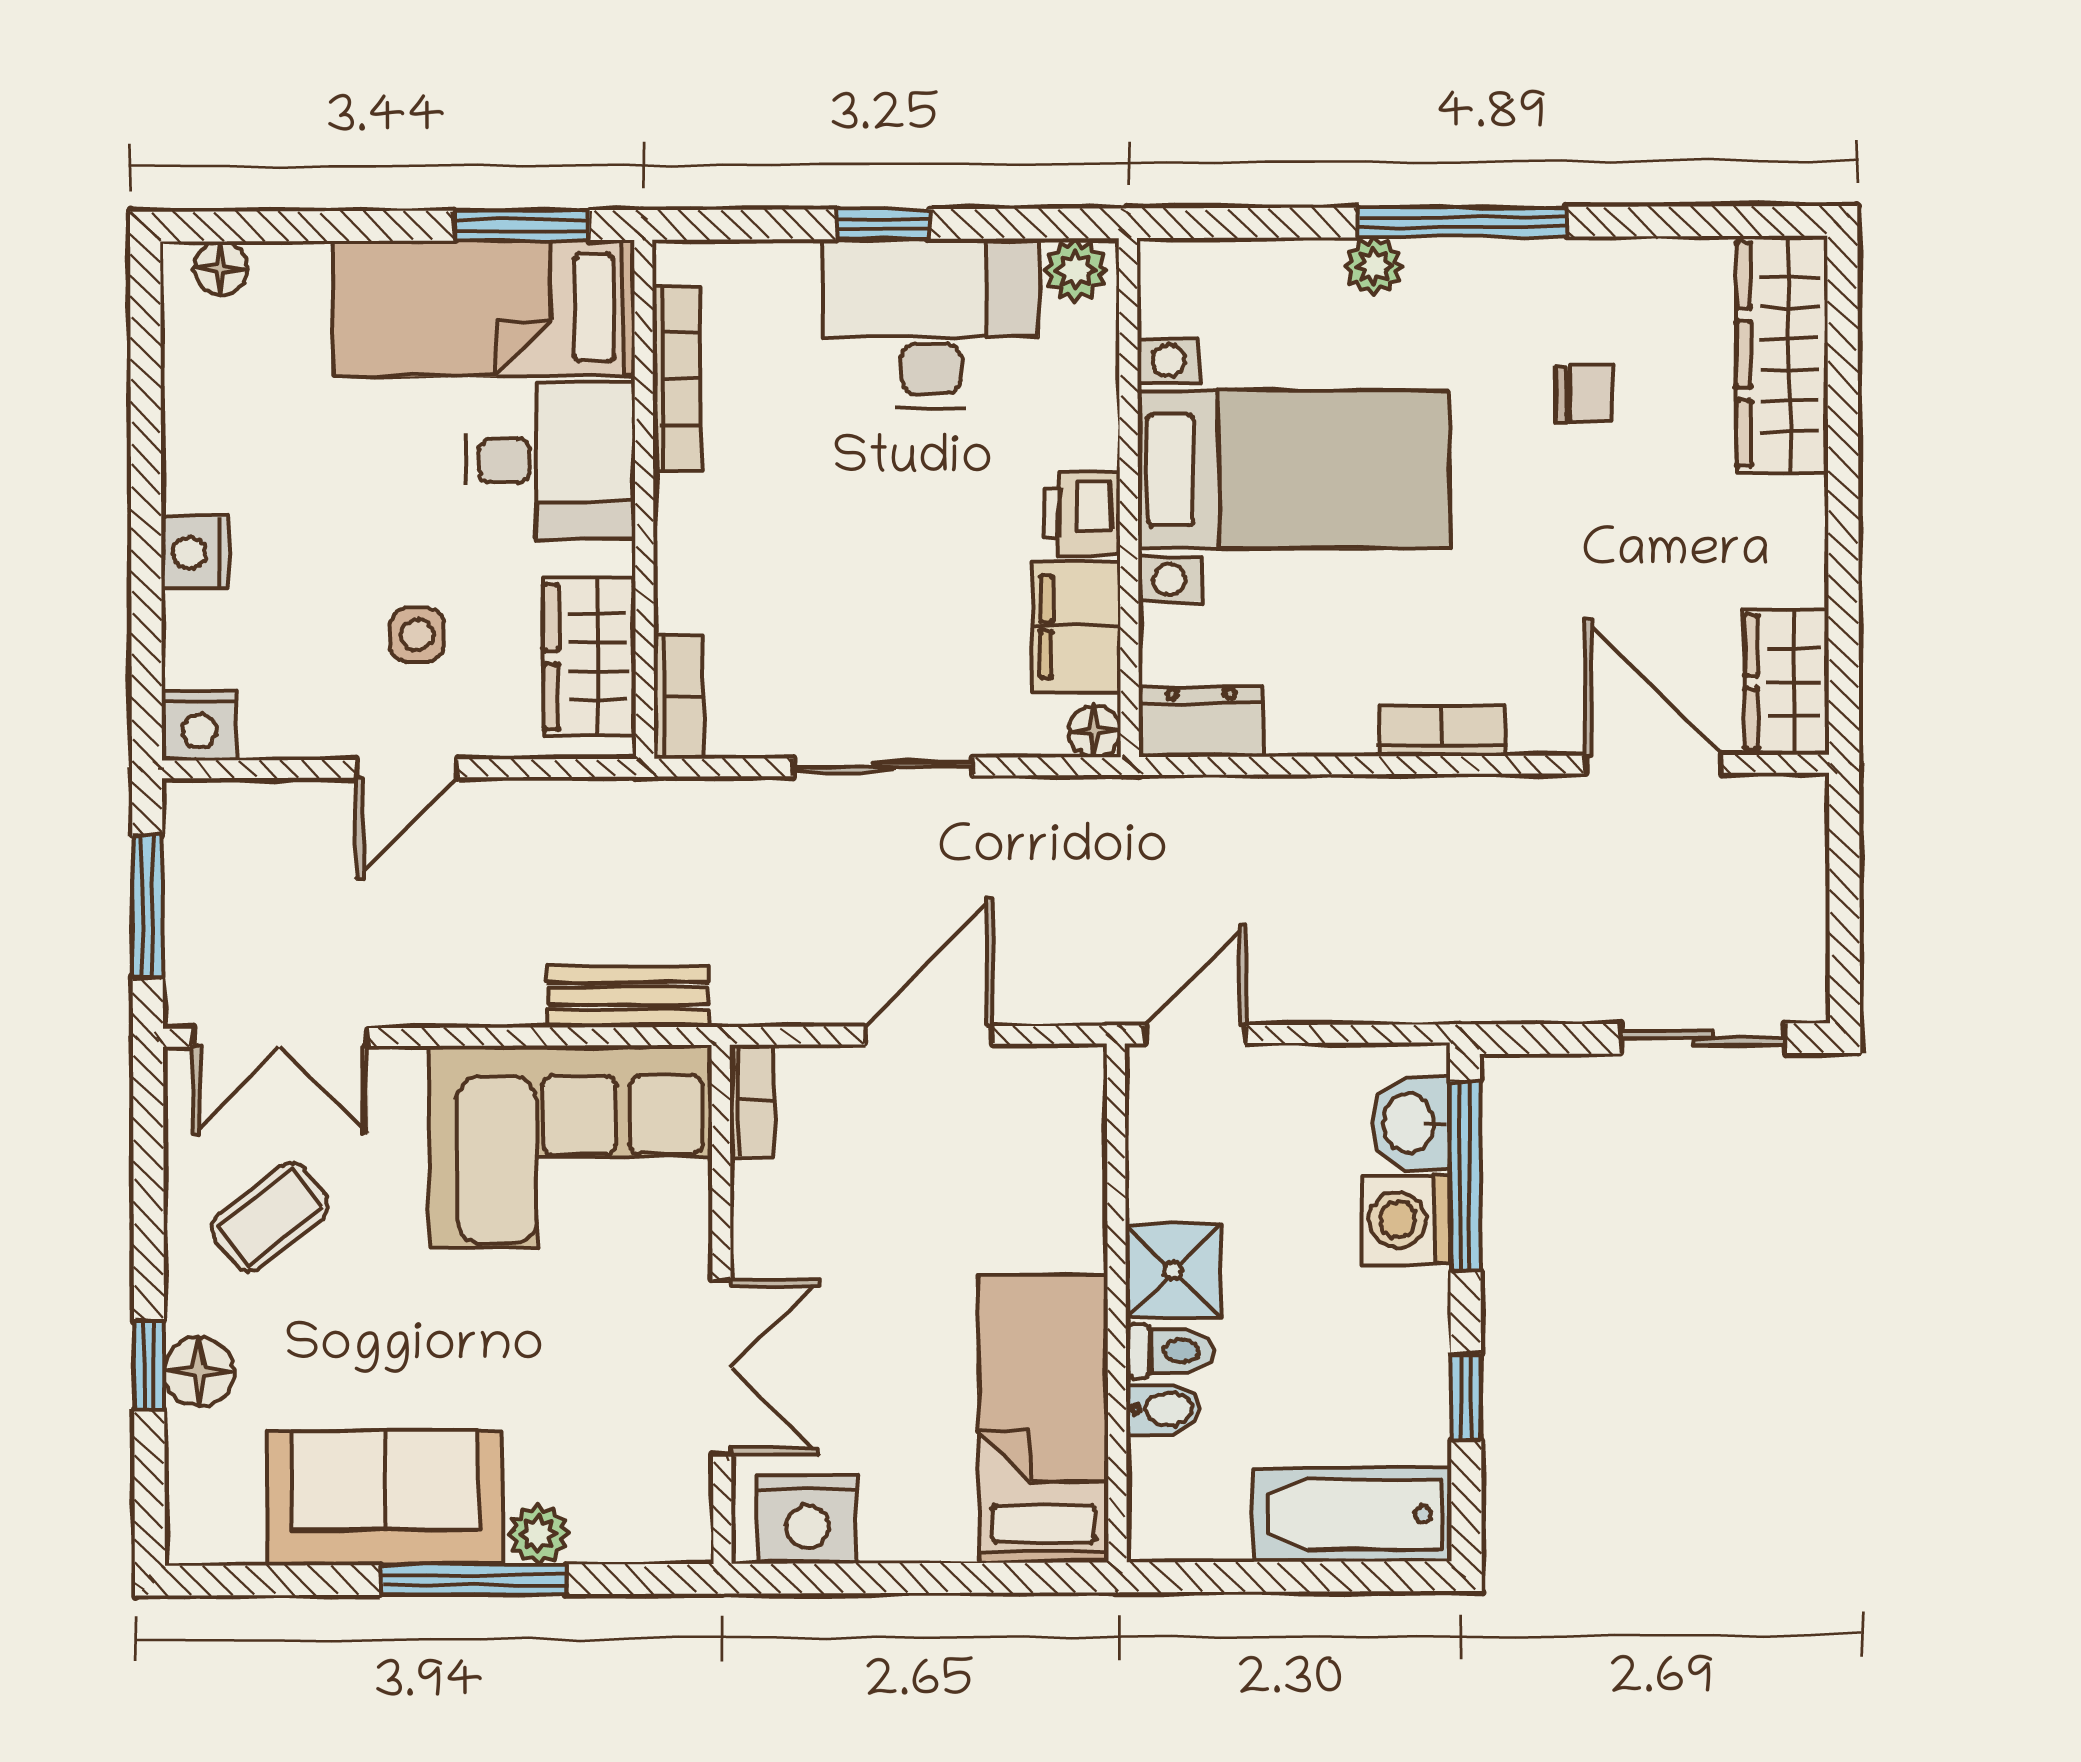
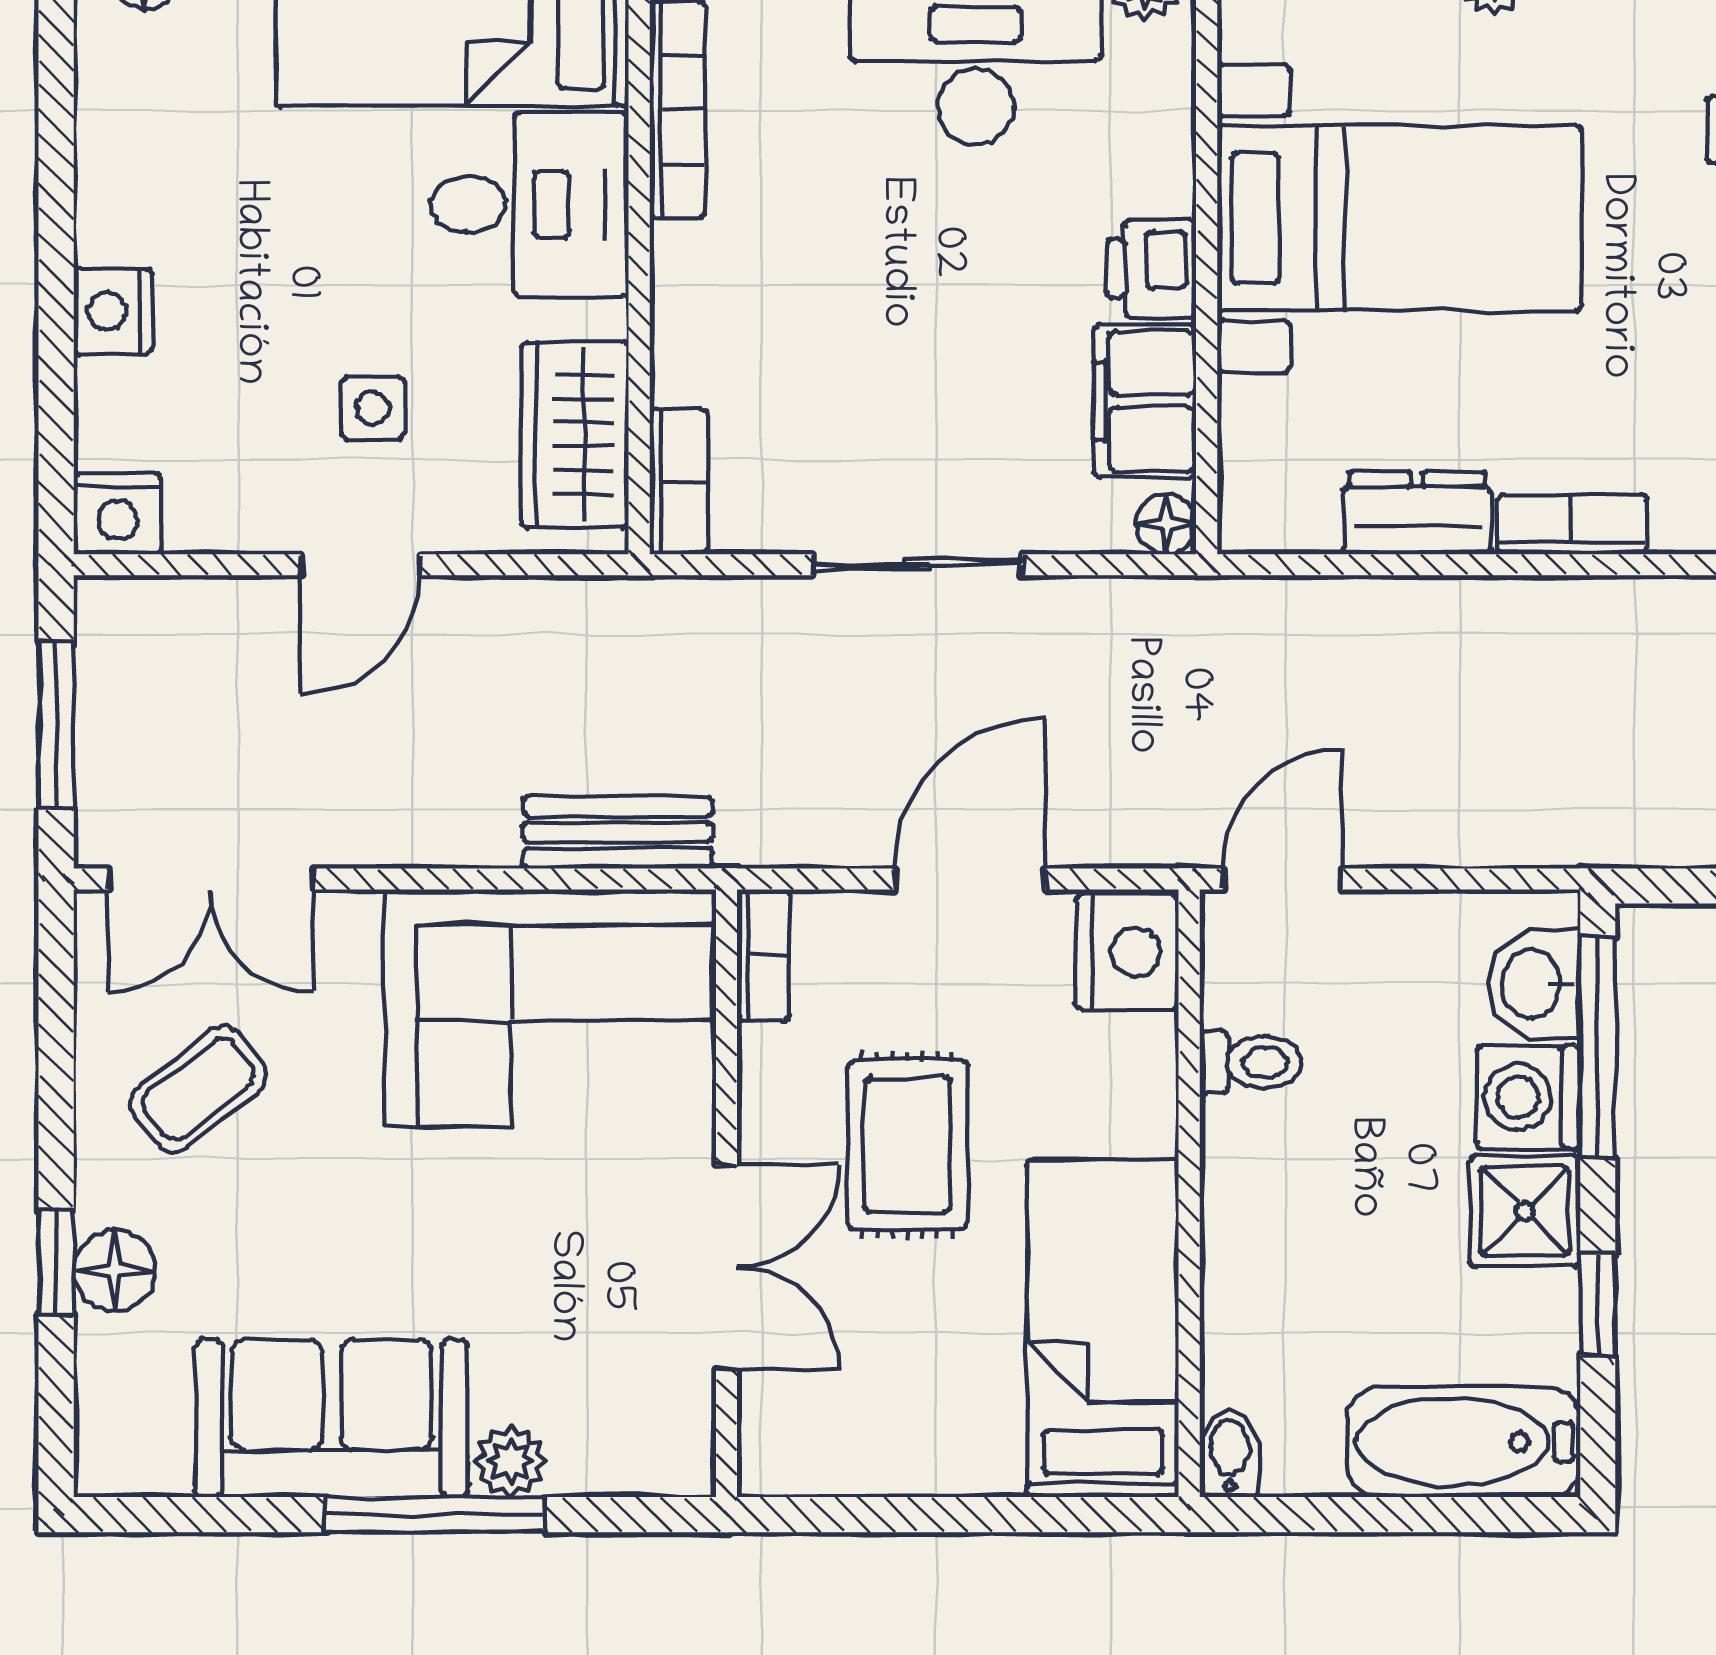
dresser: (1201, 722) -> (1417, 513), moved
rug: (876, 1263) -> (907, 1145), added
shower: (1173, 1271) -> (1525, 1211), moved
toilet: (1169, 1351) -> (1251, 1062), moved
bidet: (1164, 1409) -> (1230, 1453), moved, turned -90
nightstand: (808, 1519) -> (1127, 952), moved, turned -90

